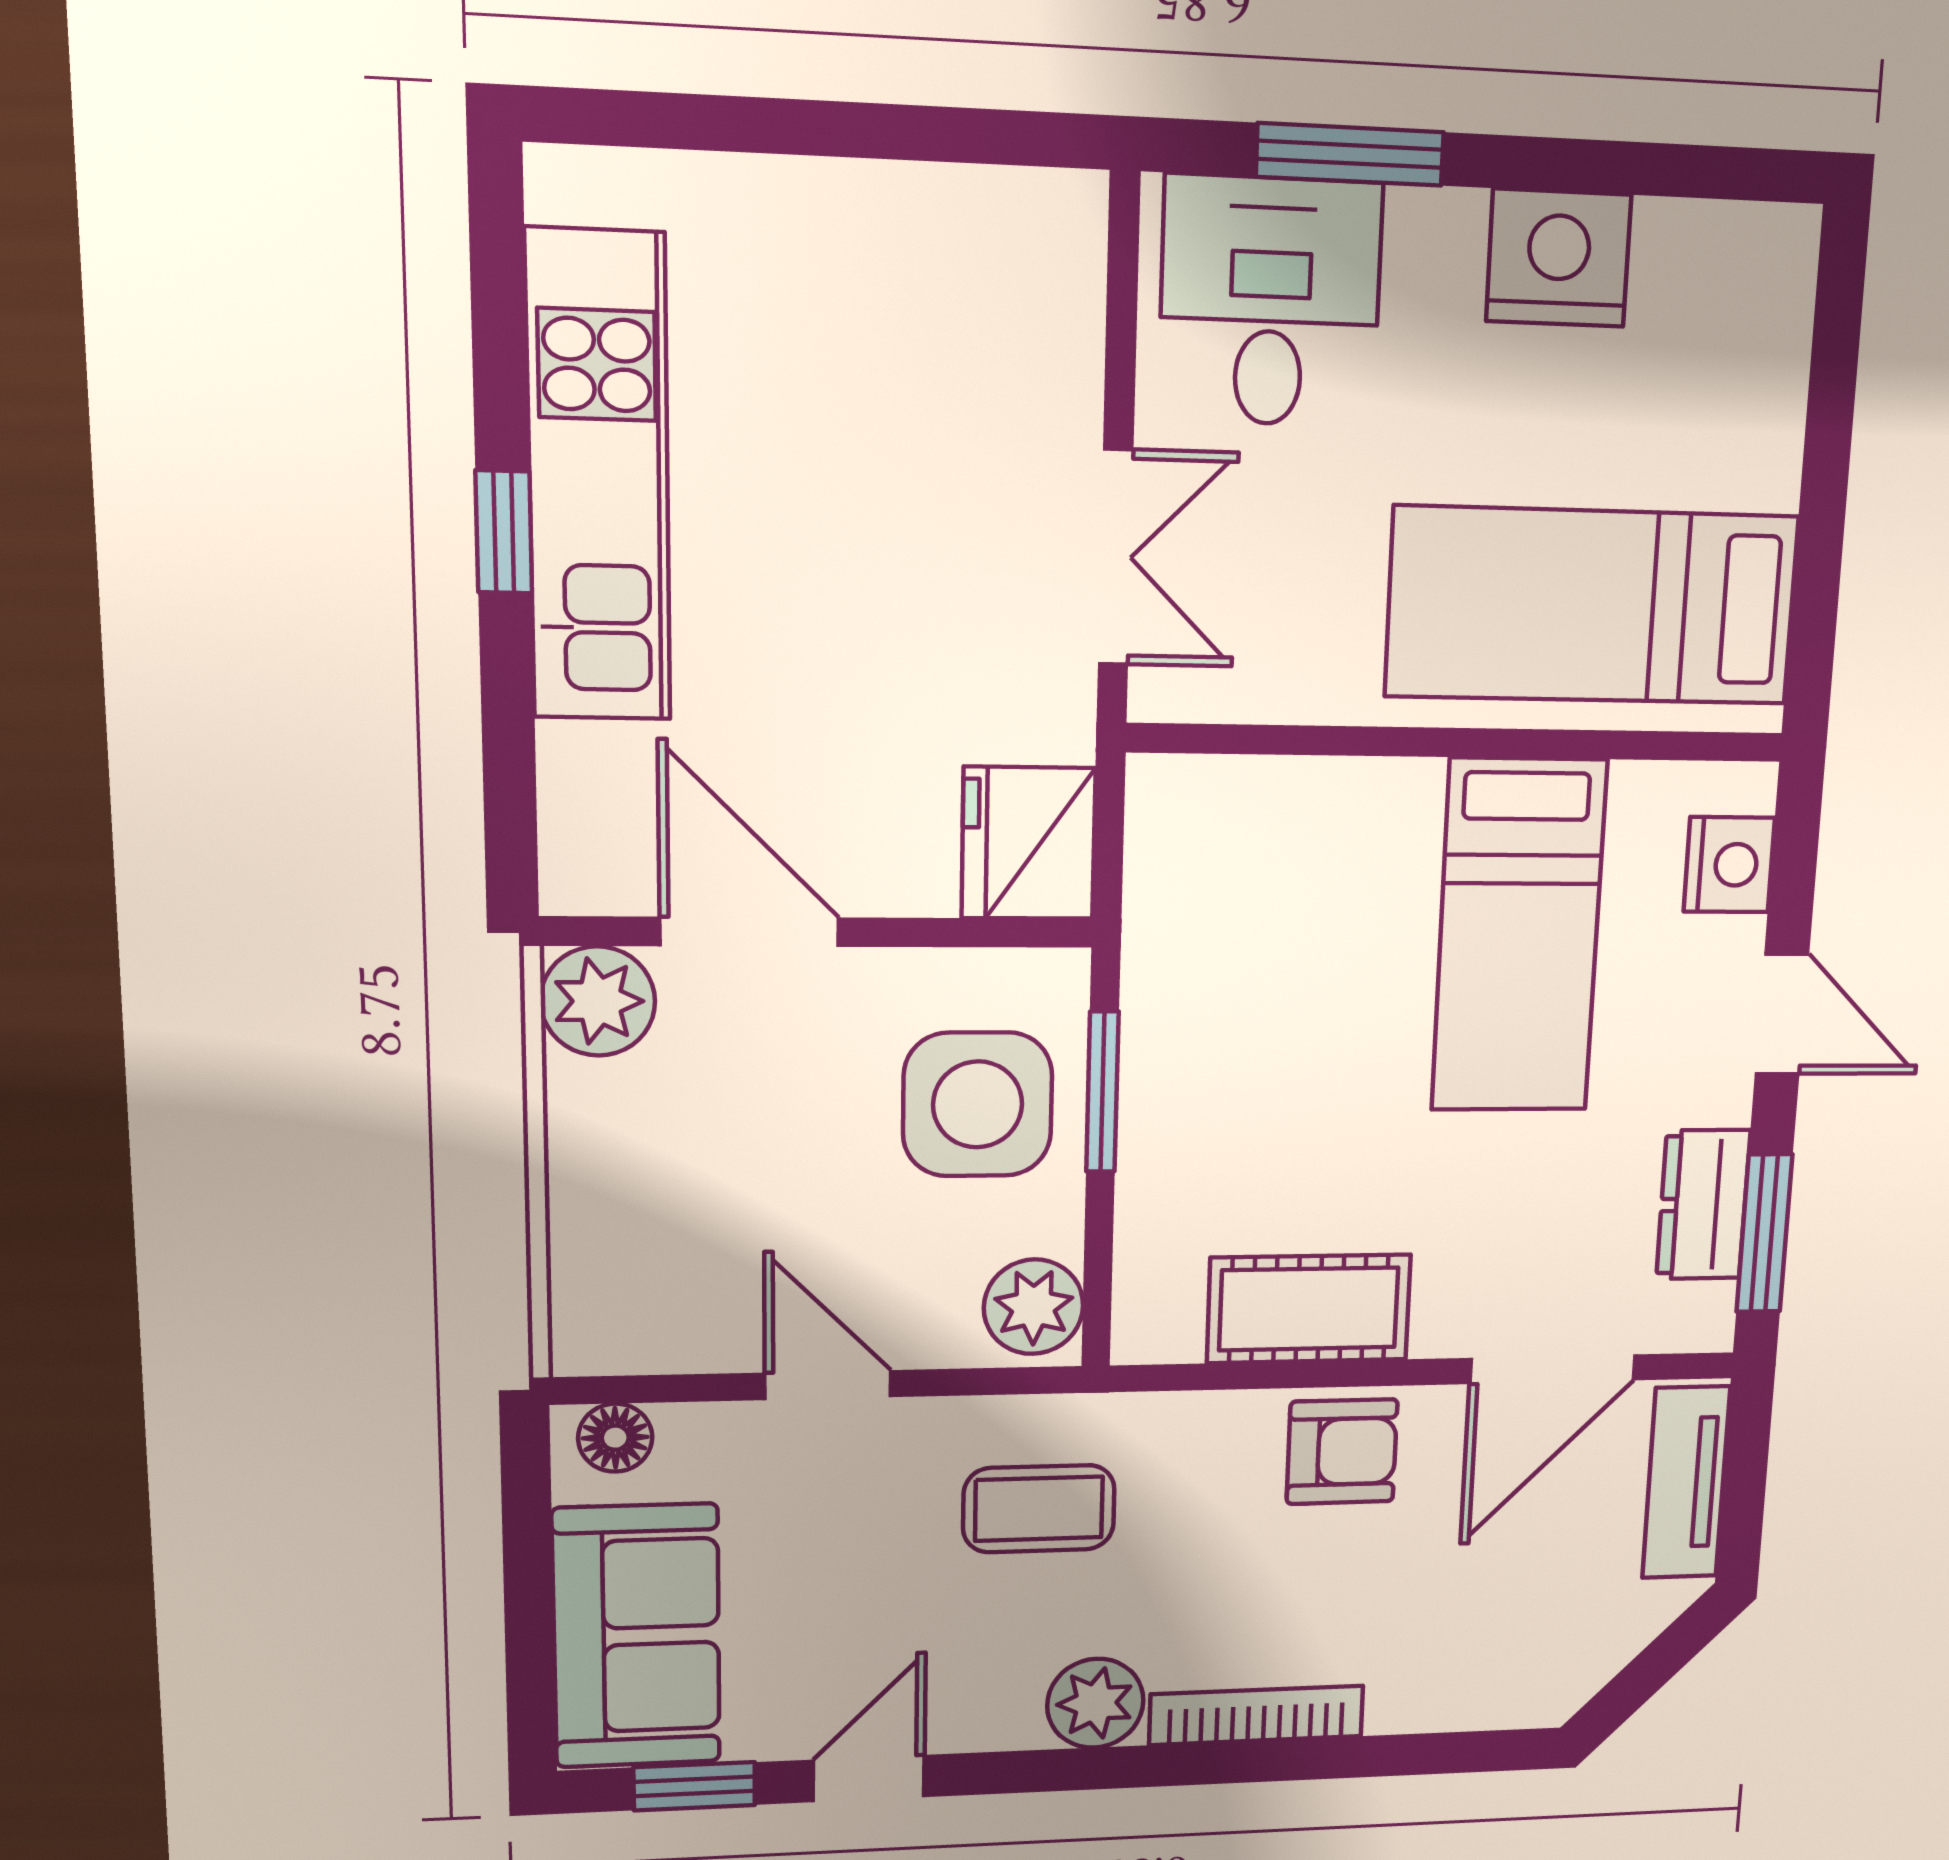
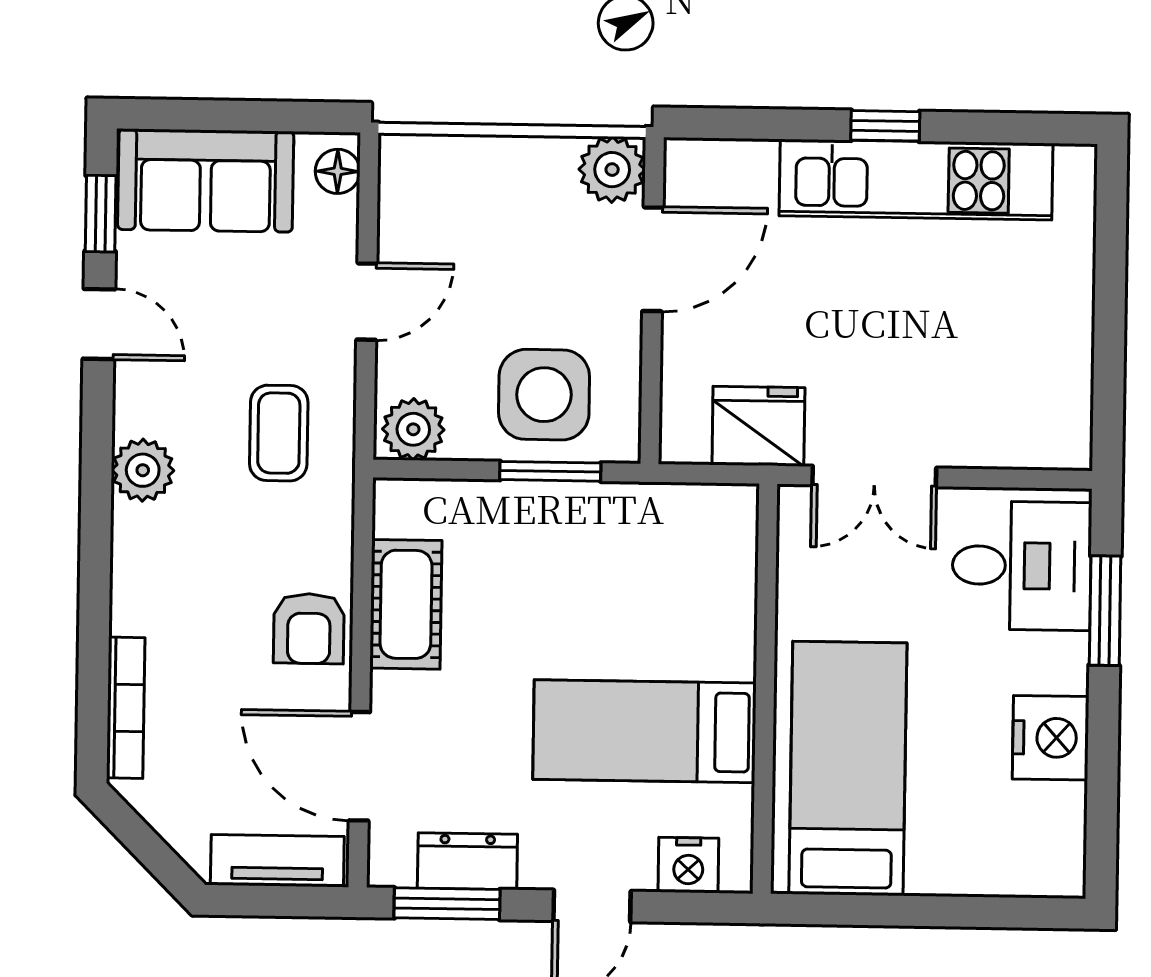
fridge: (1029, 843) -> (758, 426), moved
bookcase: (1256, 1715) -> (126, 708), moved

